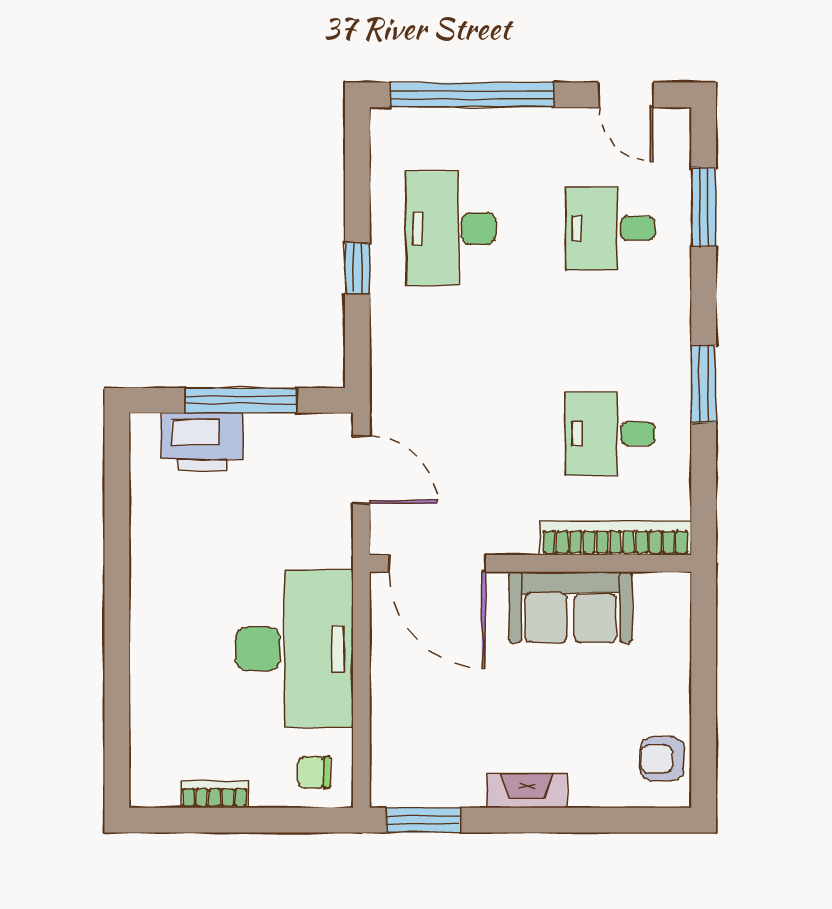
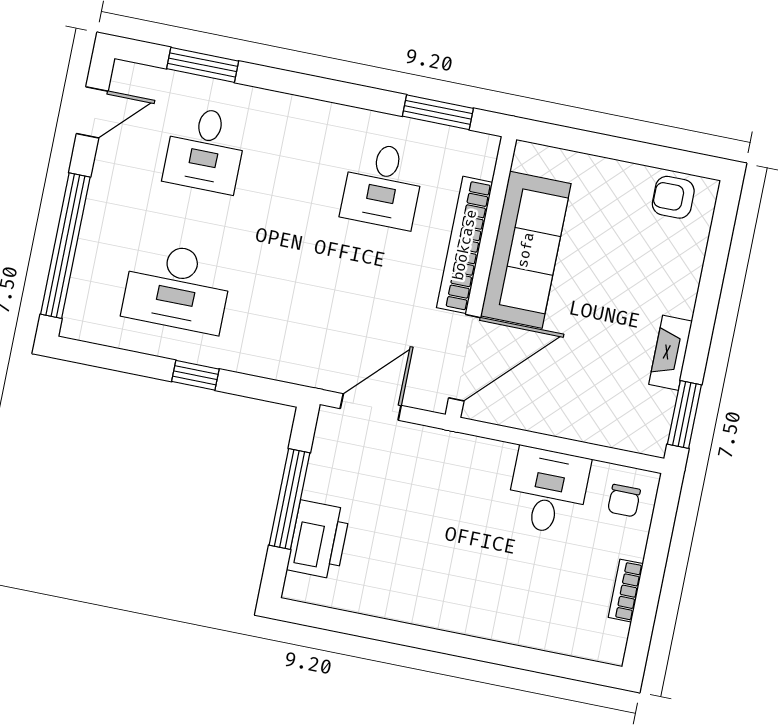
window: (704, 384) -> (438, 112), moved
bookcase: (615, 538) -> (465, 245), moved
sofa: (571, 607) -> (526, 250), width x1.36
desk: (294, 649) -> (548, 491), width x0.53, depth x0.77
armchair: (662, 759) -> (673, 197), turned 90
fireplace: (527, 791) -> (670, 353), moved

